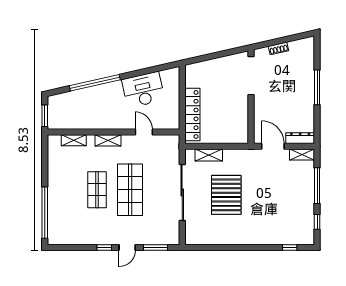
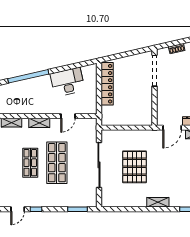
locker: (192, 114) -> (107, 84), moved
door: (144, 132) -> (68, 116), swing flipped
door: (273, 146) -> (172, 128), swing flipped
shelving: (209, 155) -> (158, 202), moved
door: (127, 247) -> (18, 209), moved

